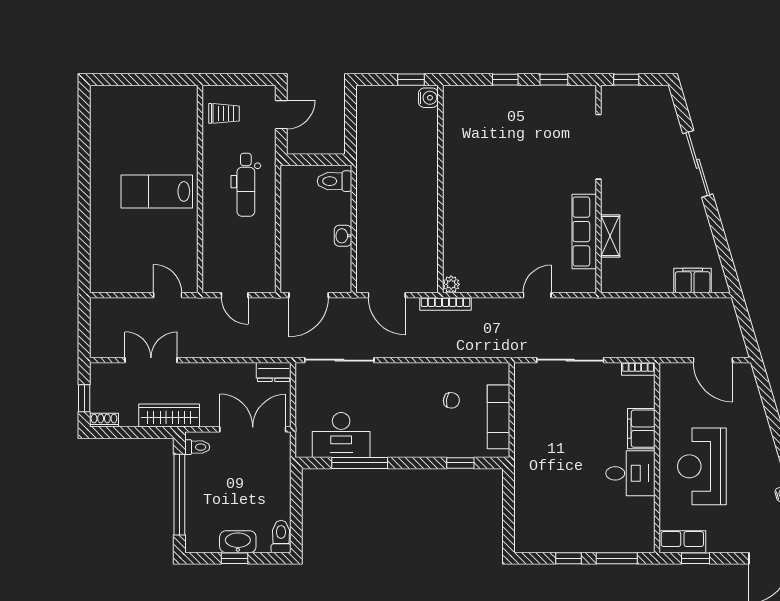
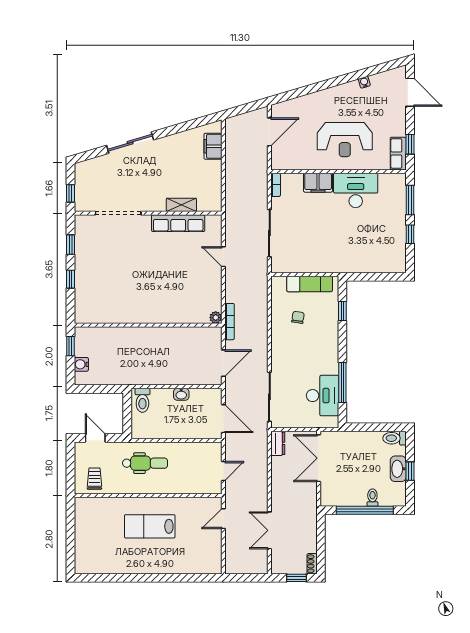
water cooler: (428, 98) -> (81, 364), moved, turned -90
lab bench: (157, 191) -> (150, 526), turned 90
wardrobe: (169, 416) -> (309, 518), removed
toilet: (197, 447) -> (372, 498), moved
desk: (630, 473) -> (356, 190), width x1.37

